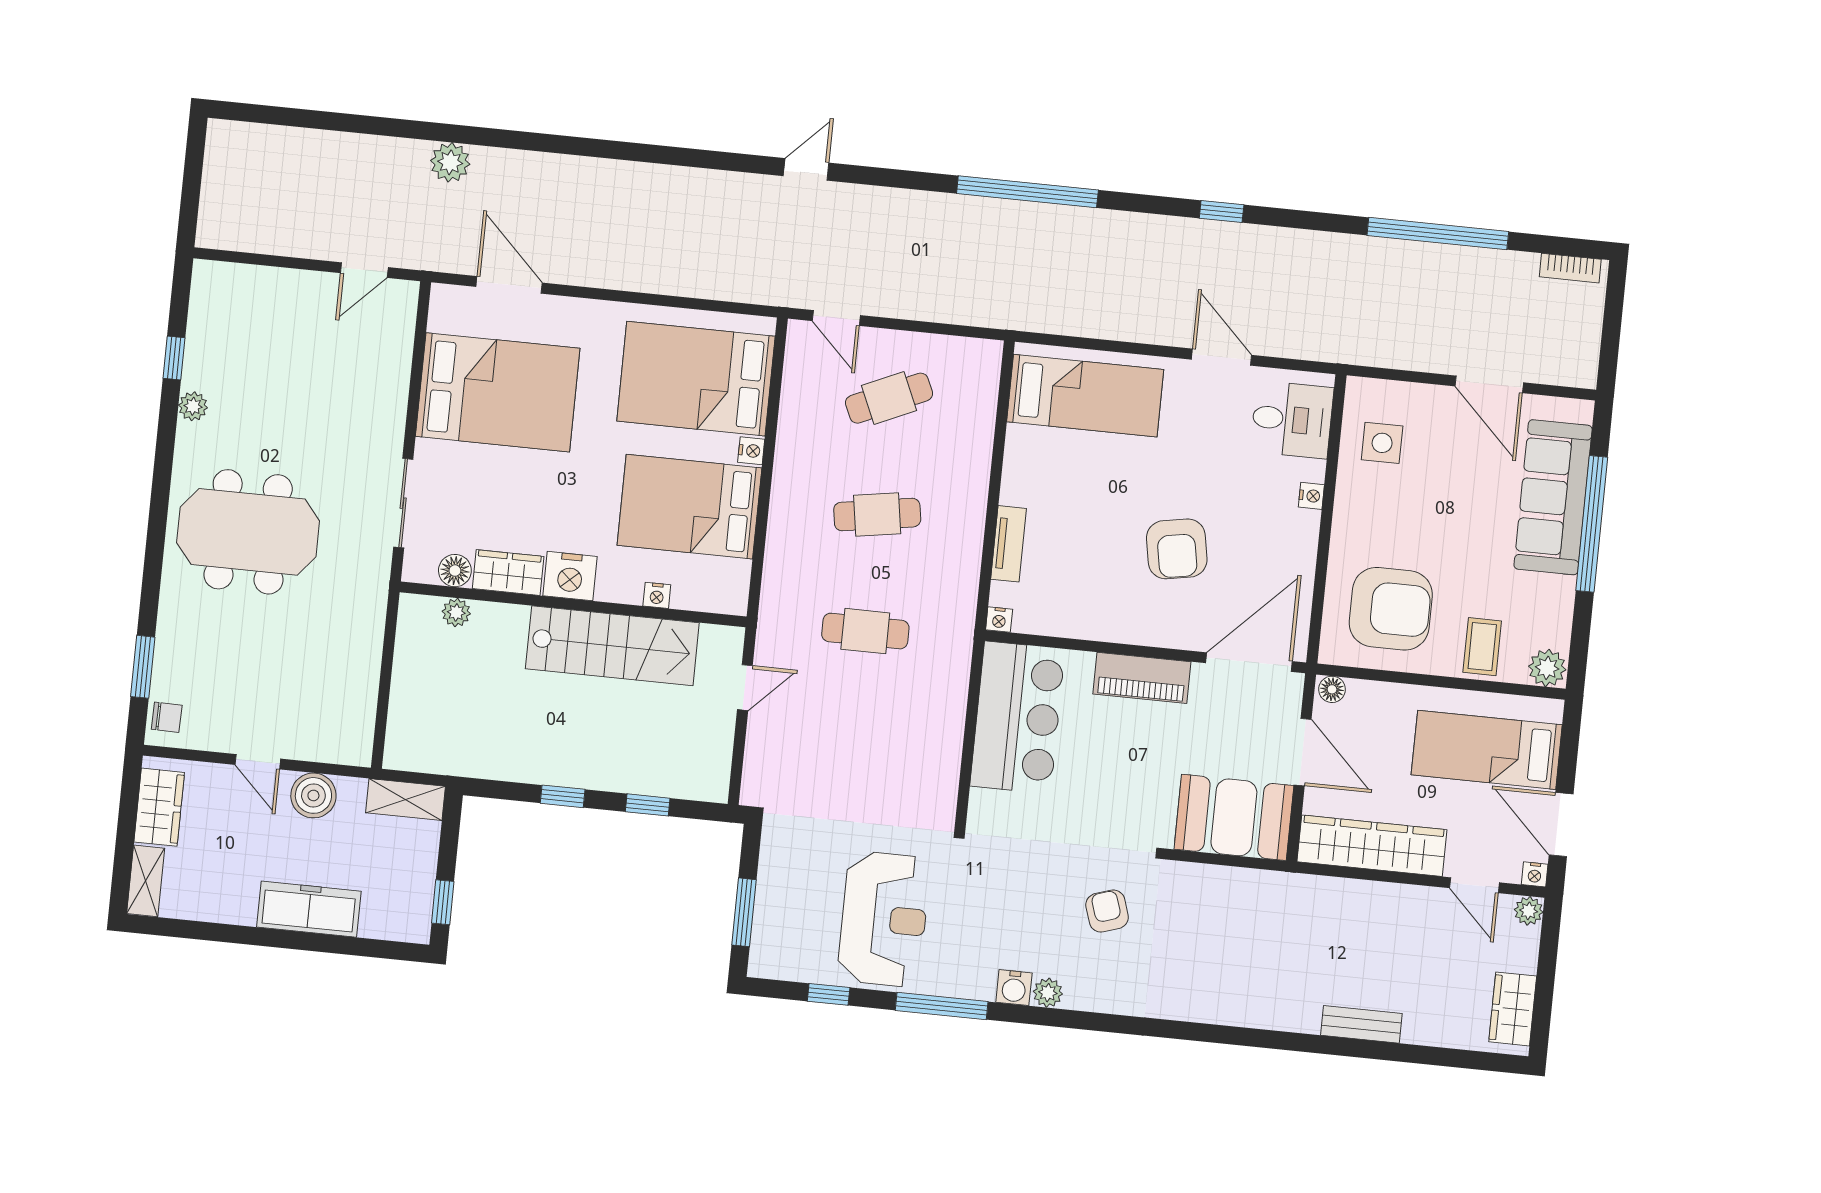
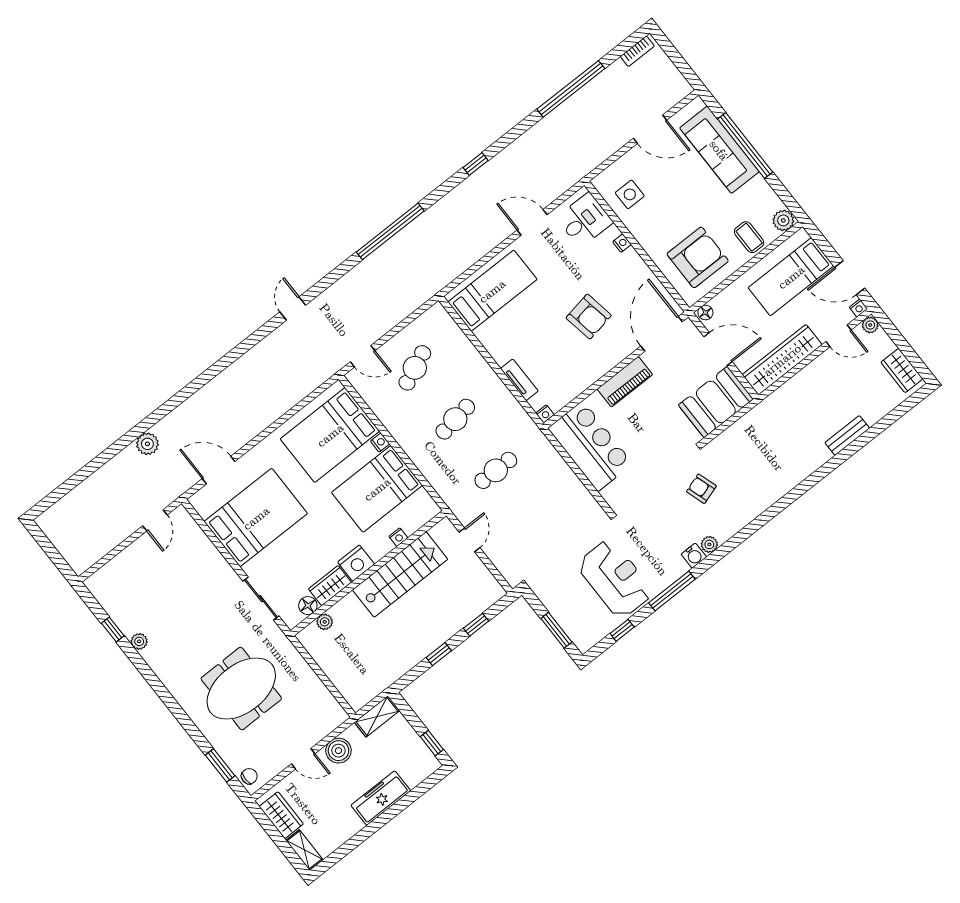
meeting table: (248, 532) -> (241, 689), moved

